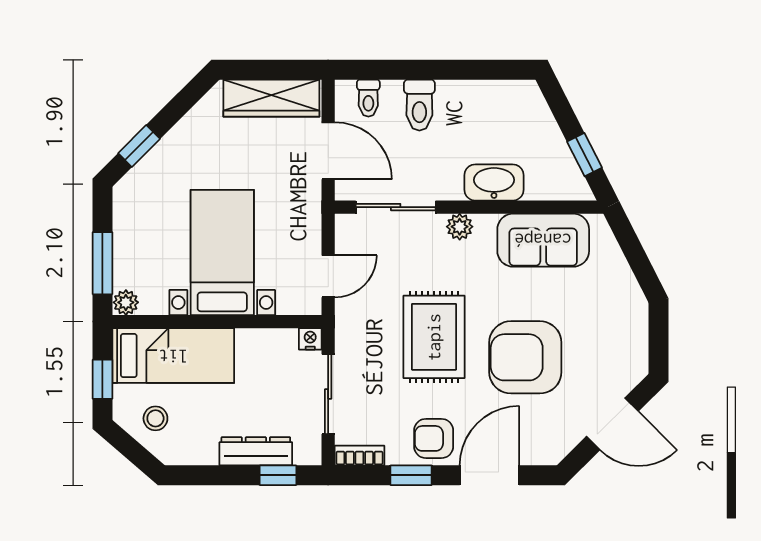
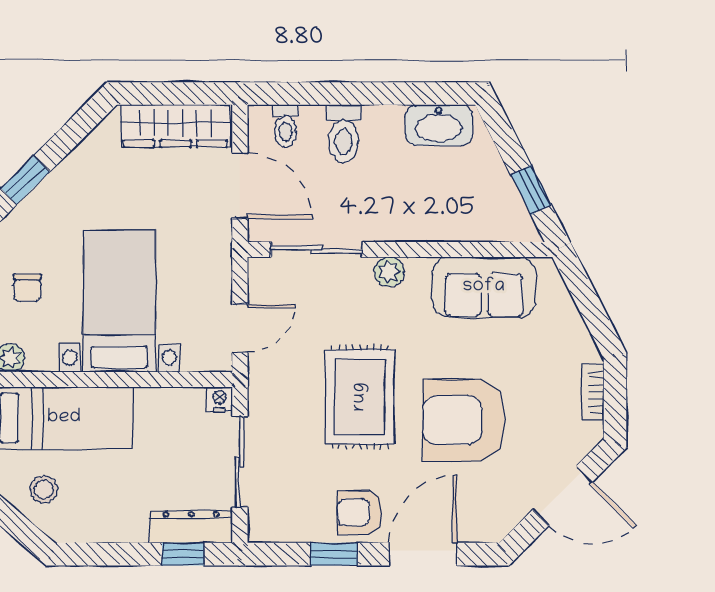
washbasin: (494, 182) -> (439, 125), moved, turned 180
chair: (141, 241) -> (27, 288), added
dresser: (256, 451) -> (191, 527), moved
bookcase: (359, 456) -> (593, 392), moved, turned -90

